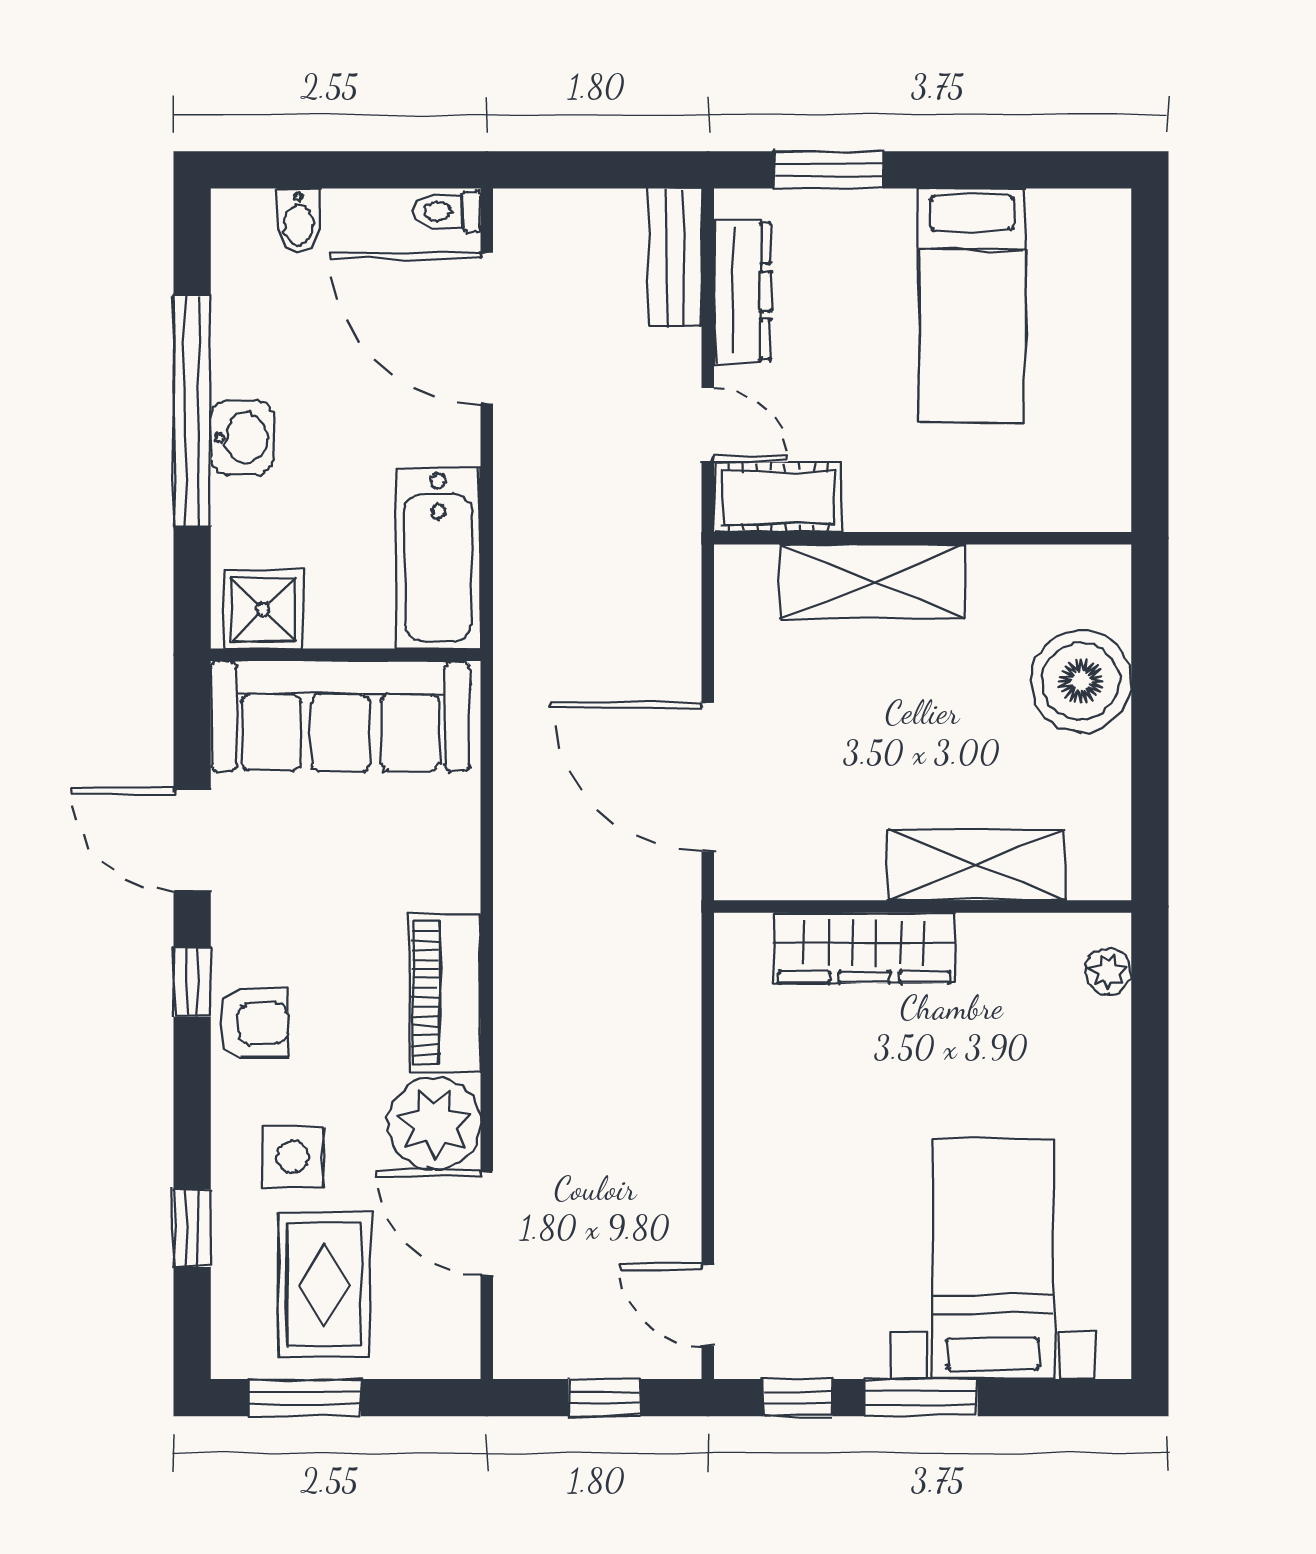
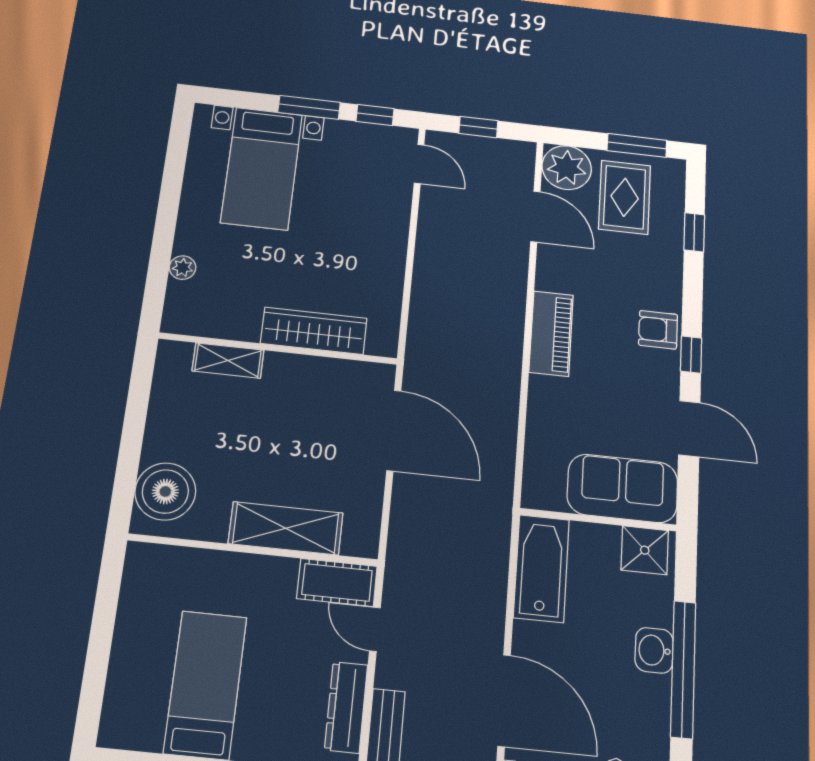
boiler: (1081, 681) -> (165, 491), moved
sofa: (340, 716) -> (622, 488), width x0.73
shelving: (977, 865) -> (228, 360), width x0.67, depth x0.75
plant: (1108, 971) -> (183, 268), moved
plant: (435, 1124) -> (567, 168), moved
side table: (292, 1157) -> (639, 261), removed

